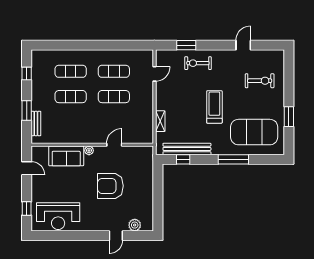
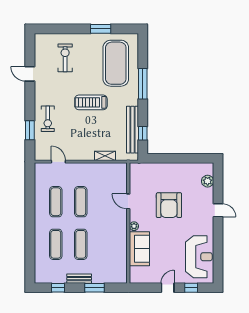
bench: (36, 124) -> (79, 279), moved
door: (27, 168) -> (168, 288), moved
door: (116, 236) -> (218, 210), moved

